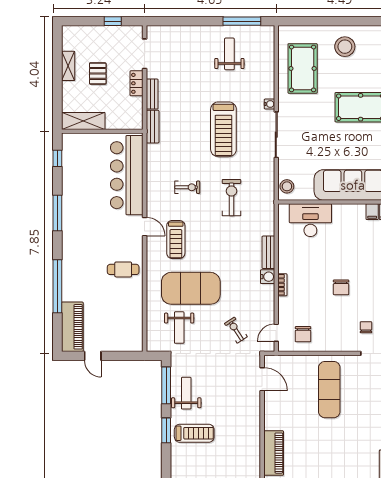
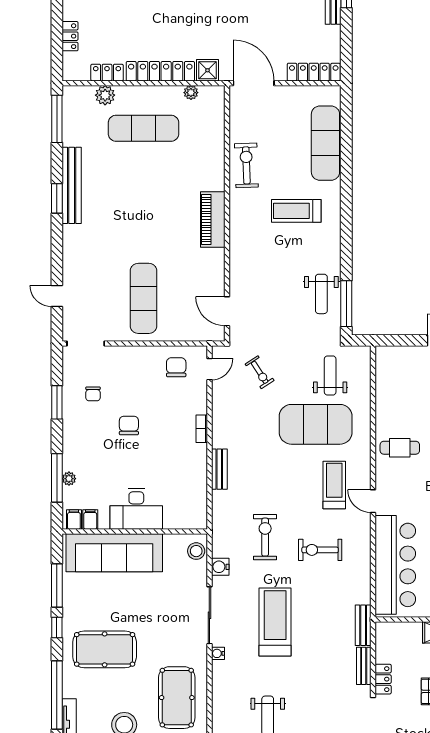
exercise bike: (187, 187) -> (320, 550), width x1.38, depth x1.39
exercise bike: (231, 198) -> (265, 537), turned 180
desk: (310, 220) -> (136, 509), moved
water cooler: (268, 277) -> (220, 567), moved
chair: (366, 327) -> (93, 394), moved
window: (166, 430) -> (346, 248), removed
treadmill: (194, 433) -> (296, 211), moved

